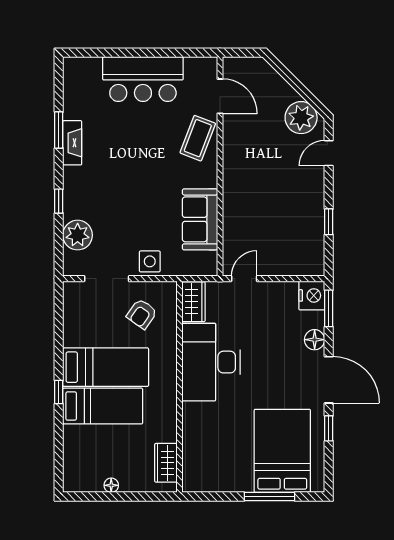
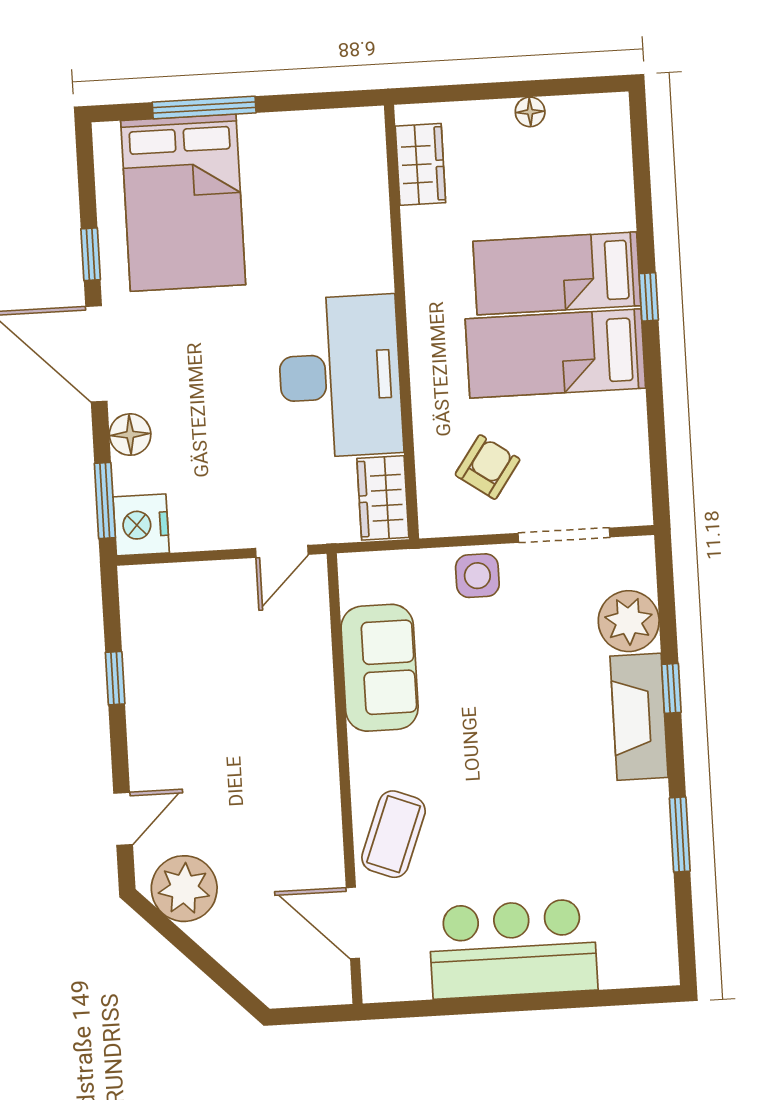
fireplace: (72, 143) -> (639, 717), moved, width x1.37, depth x1.32

